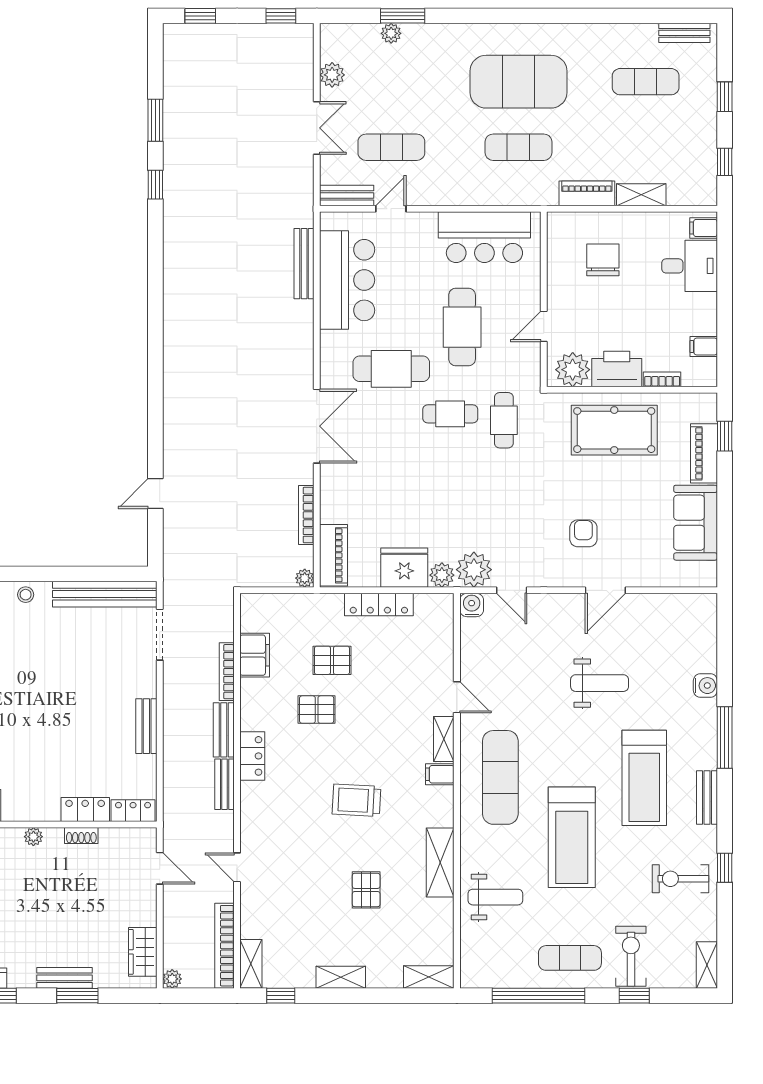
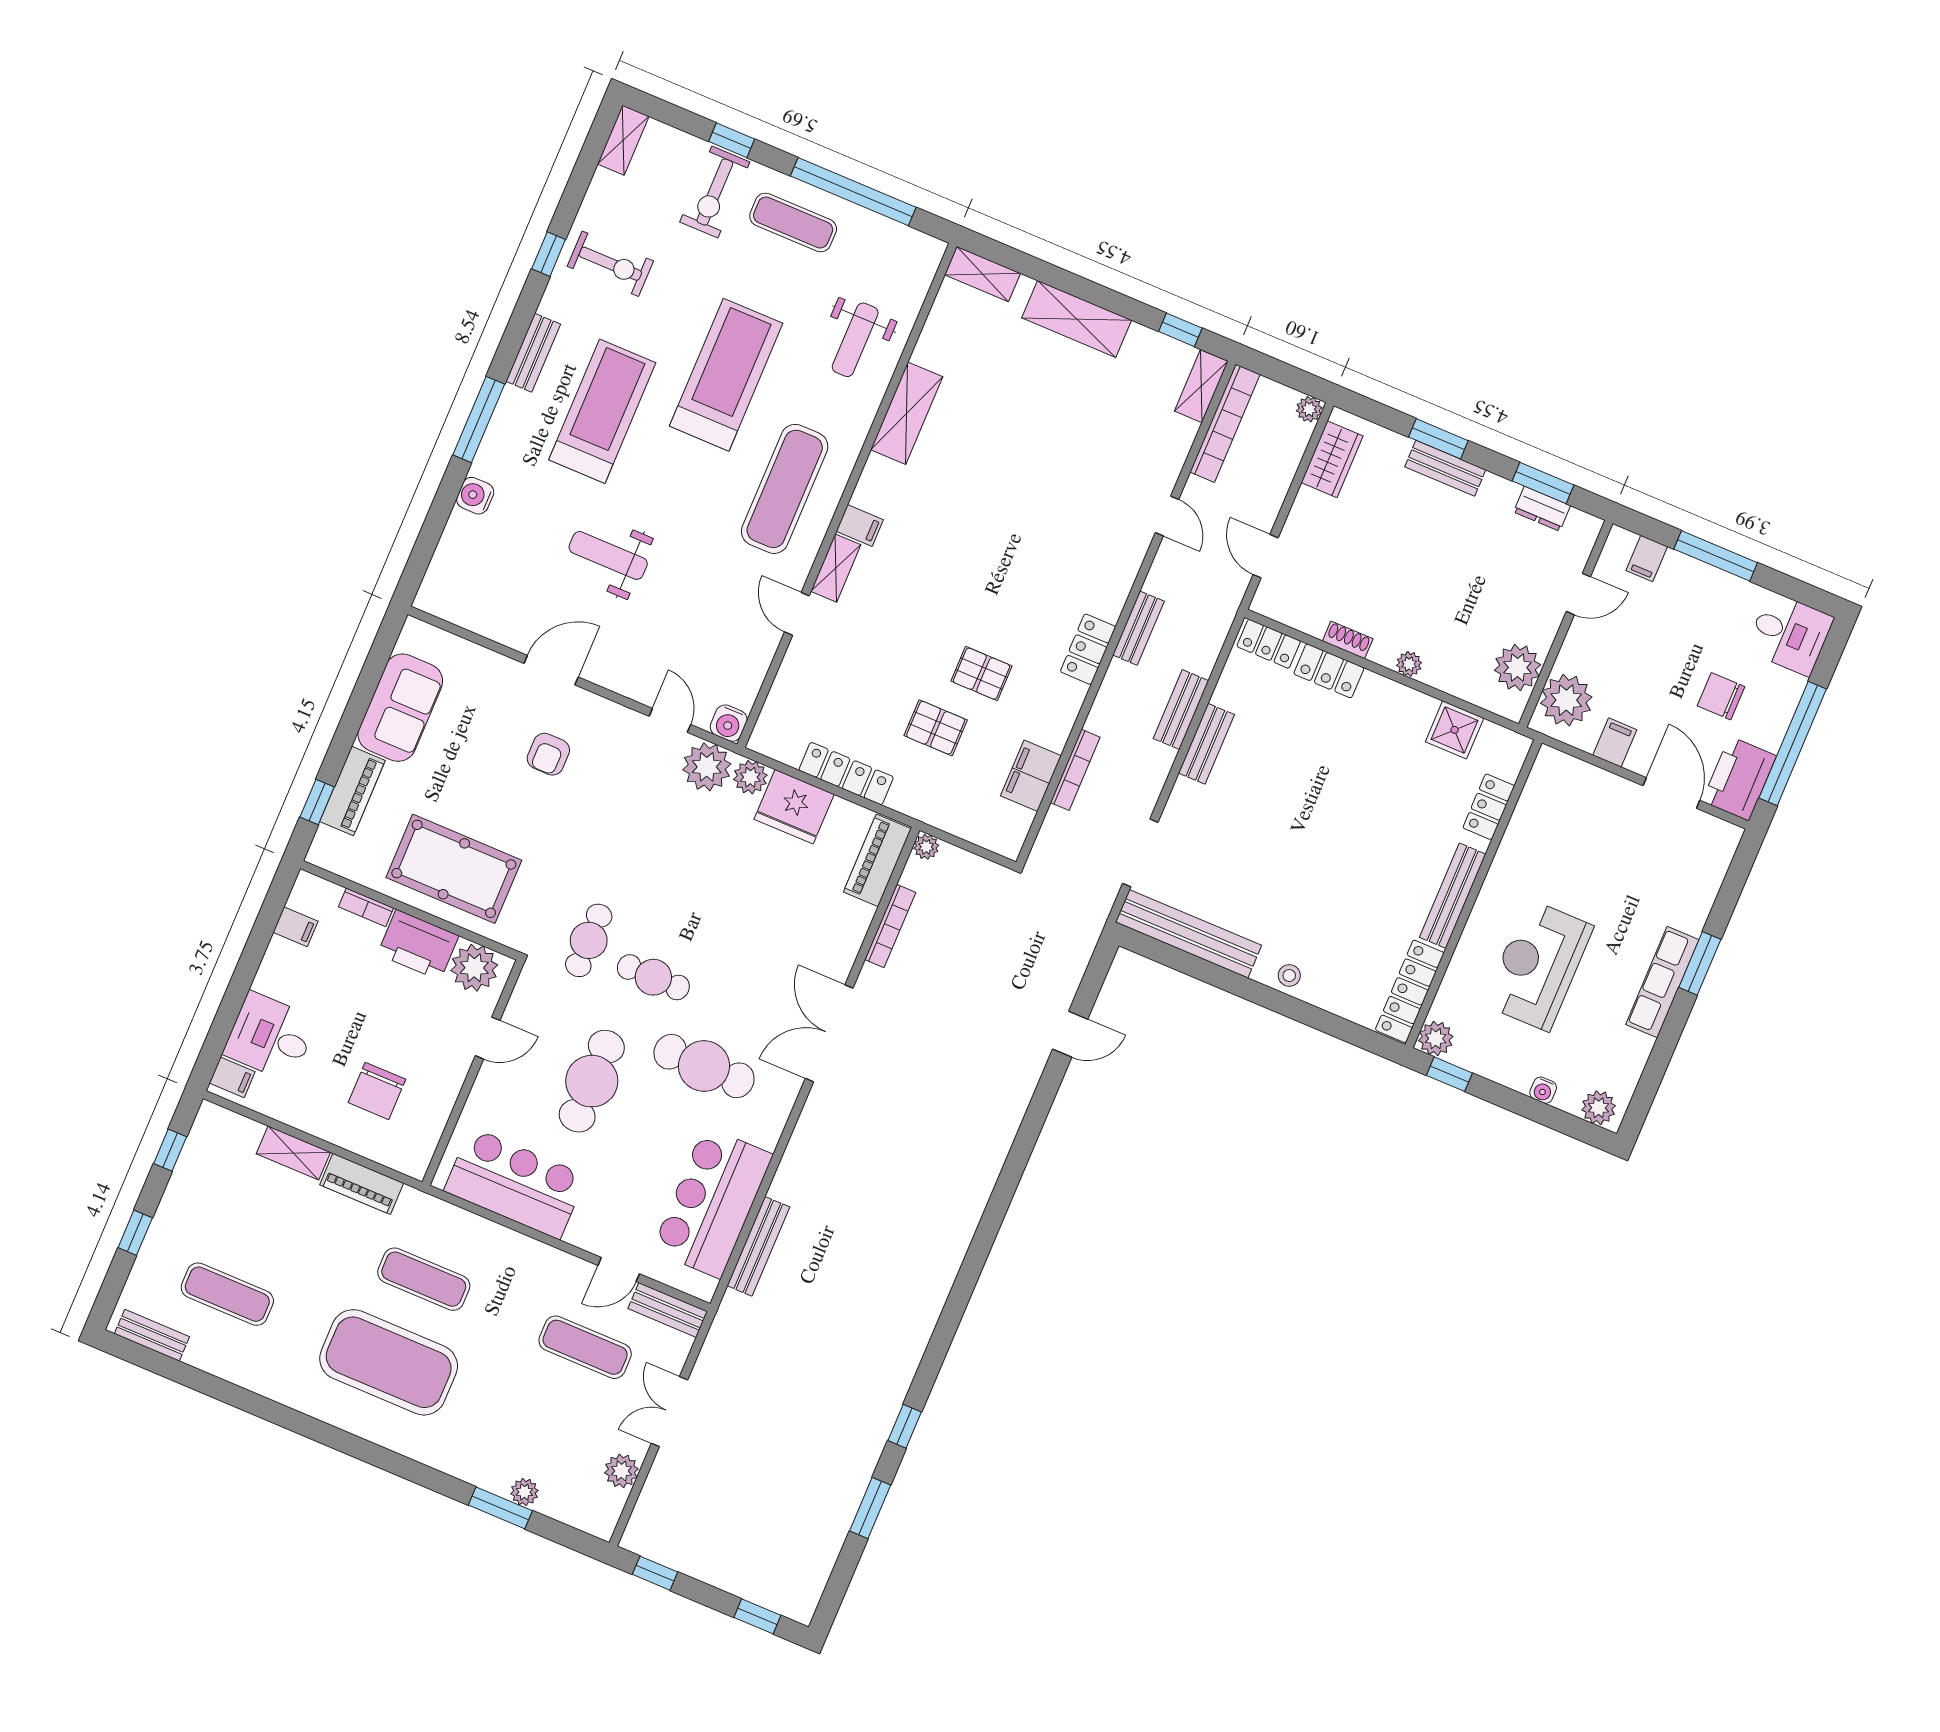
bench: (224, 730) -> (1181, 710), moved
trolley: (357, 800) -> (979, 537), removed
pallet: (366, 890) -> (1015, 418), removed
weight bench: (495, 897) -> (855, 340), turned -90
shelving: (341, 977) -> (1077, 319), width x1.50, depth x1.33

